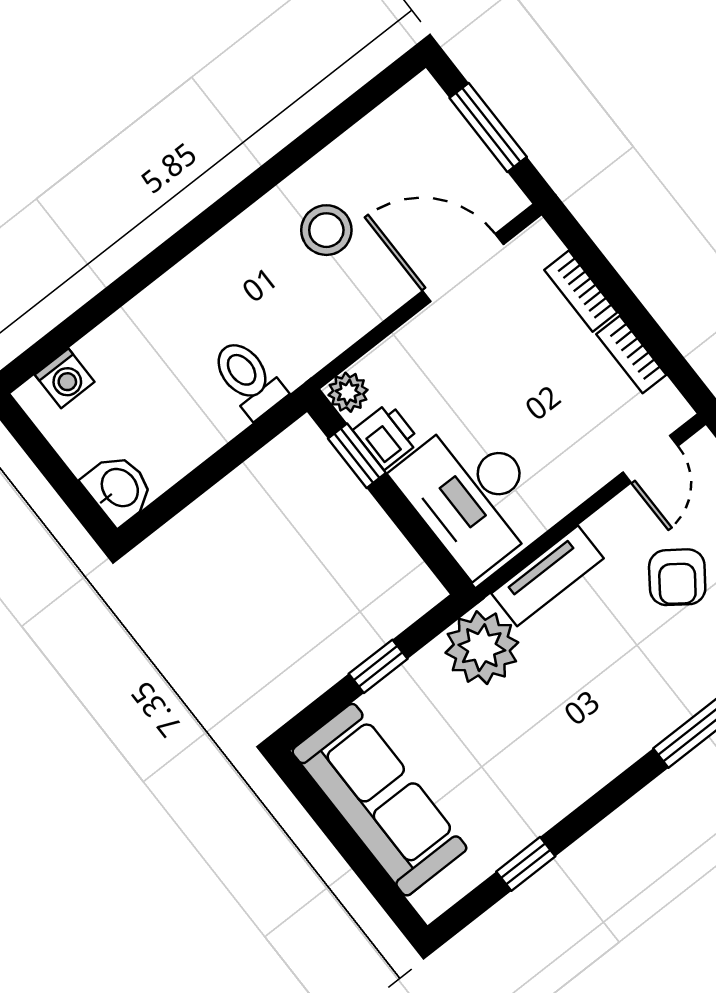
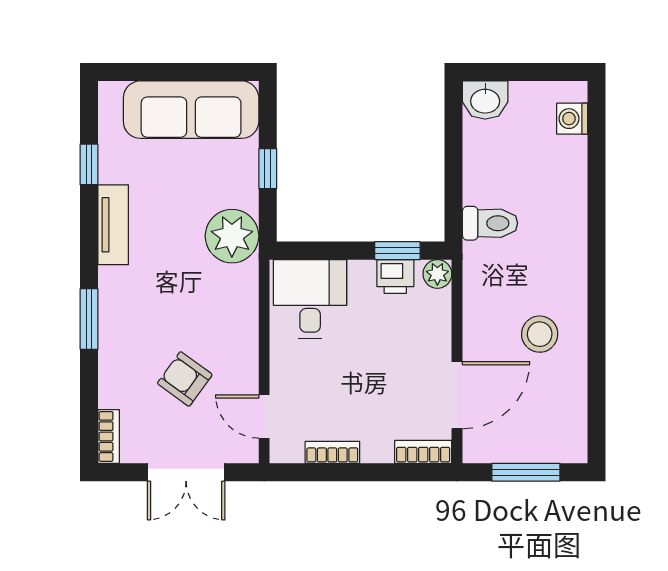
bookcase: (581, 291) -> (423, 452), moved
desk: (472, 494) -> (310, 299), width x0.73
tv unit: (548, 576) -> (113, 225), moved, turned 180

